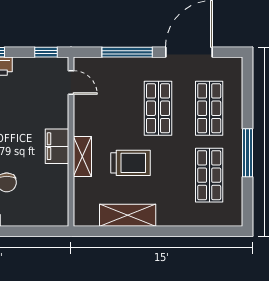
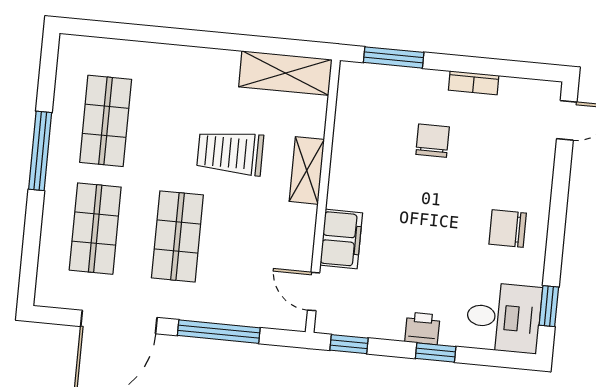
filing cabinet: (57, 146) -> (341, 239), moved
shelving: (128, 215) -> (285, 73), moved
window: (36, 231) -> (394, 57), added

